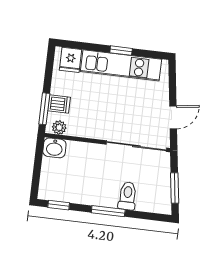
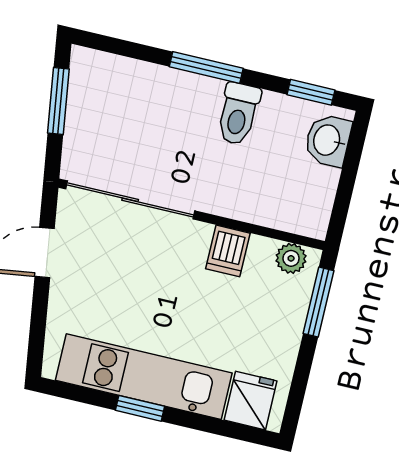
dishwasher: (59, 104) -> (228, 251), moved, turned -90
washbasin: (54, 148) -> (328, 140), moved, turned -90
toilet: (127, 196) -> (238, 114), moved

